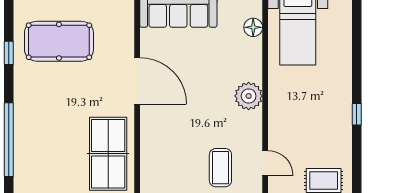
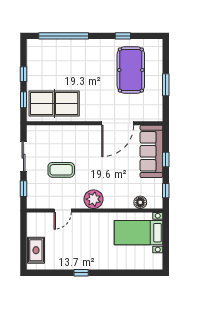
door: (137, 81) -> (118, 123), moved
door: (265, 163) -> (63, 210), moved
coffee table: (220, 168) -> (61, 170), moved

